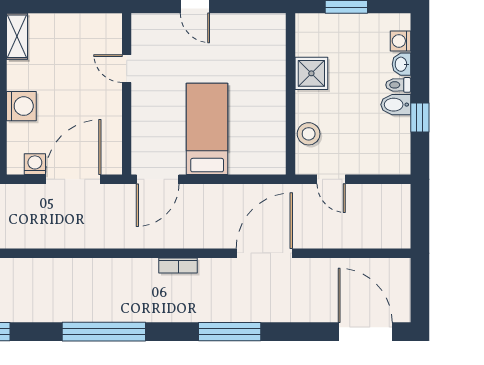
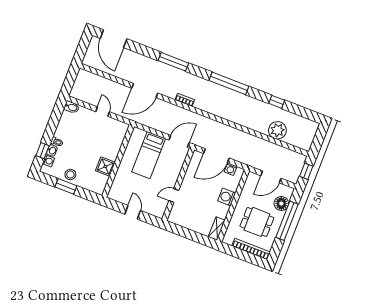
door: (127, 69) -> (174, 196), swing flipped
shower: (311, 73) -> (105, 167), moved
wall: (291, 94) -> (118, 161), moved
bidet: (396, 105) -> (72, 107), moved
window: (420, 118) -> (42, 151), moved
stool: (309, 134) -> (70, 174), moved

